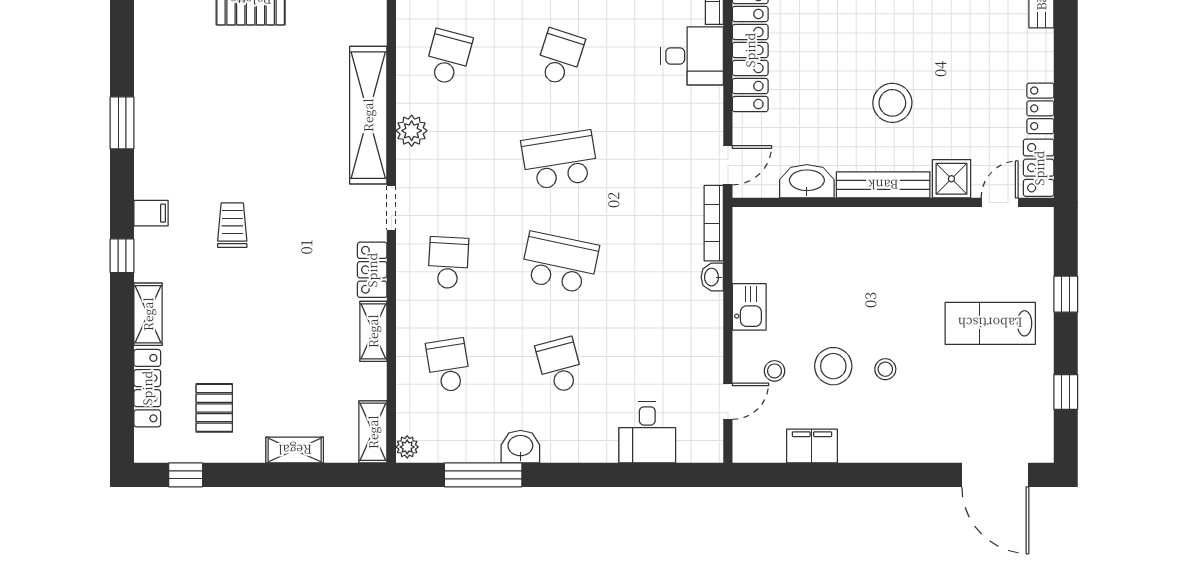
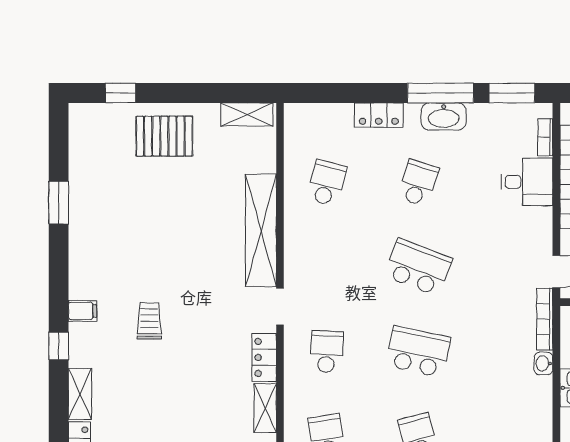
window: (122, 123) -> (59, 203), moved
plant: (412, 131) -> (296, 243), removed
school desk: (560, 160) -> (418, 267), turned 30

